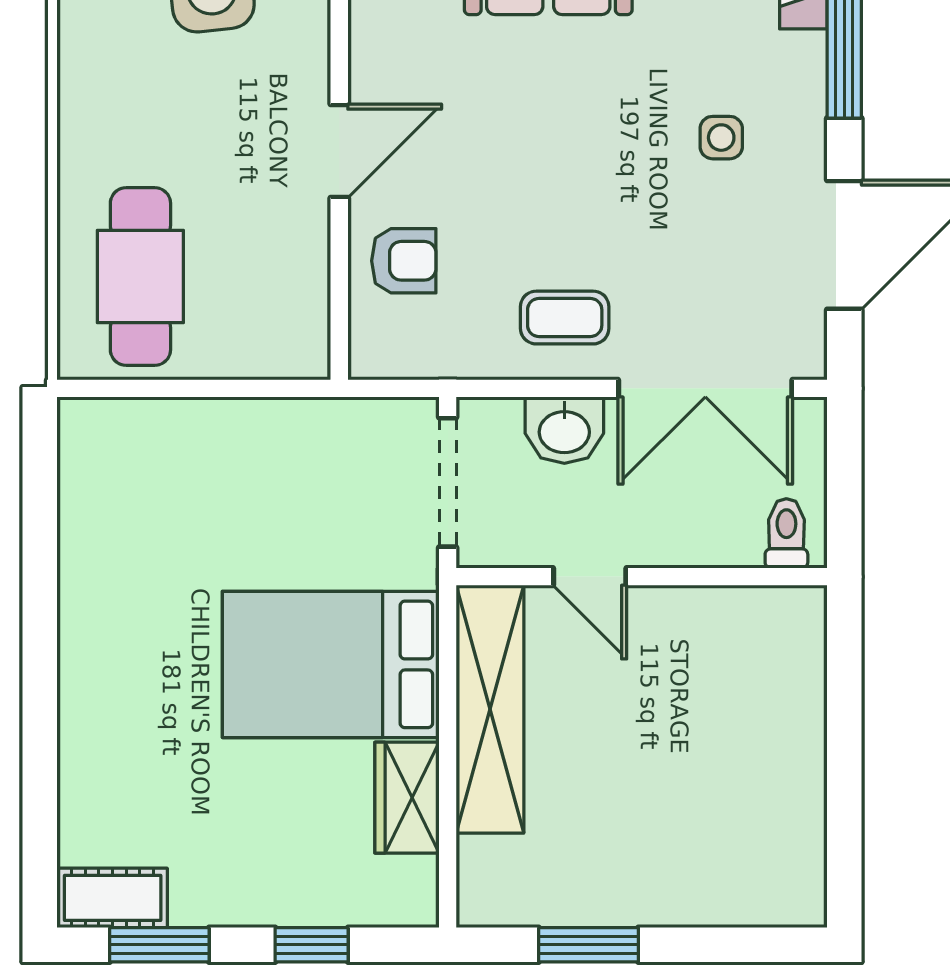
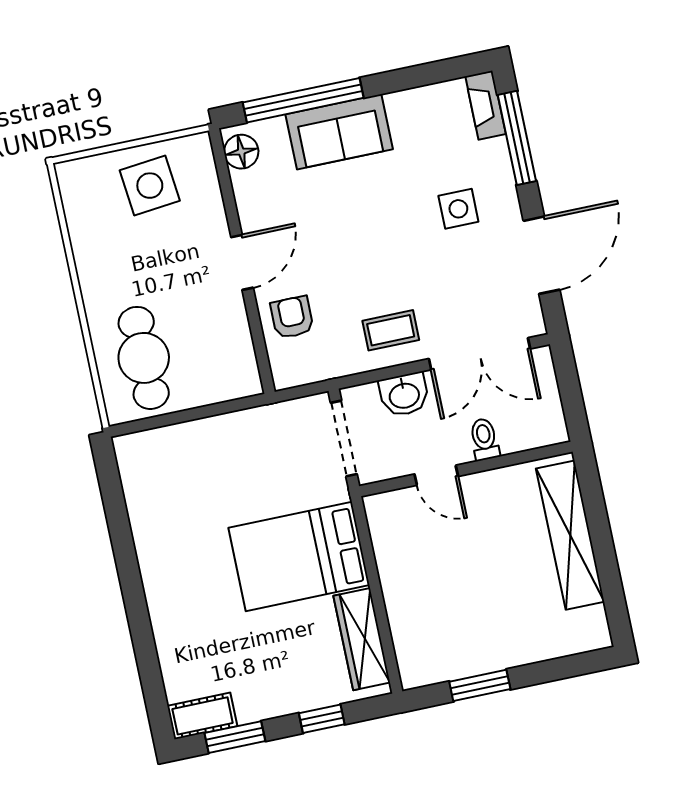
side table: (721, 138) -> (458, 209), width x1.37, depth x1.37
armchair: (404, 261) -> (292, 317), turned -90
toilet: (786, 533) -> (484, 439), moved
shelving: (490, 709) -> (570, 535), moved
wardrobe: (407, 798) -> (362, 639), width x1.50

